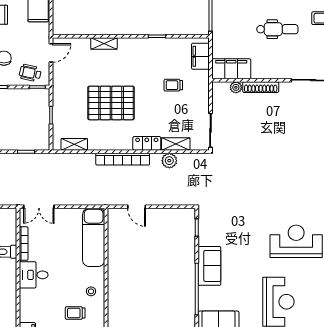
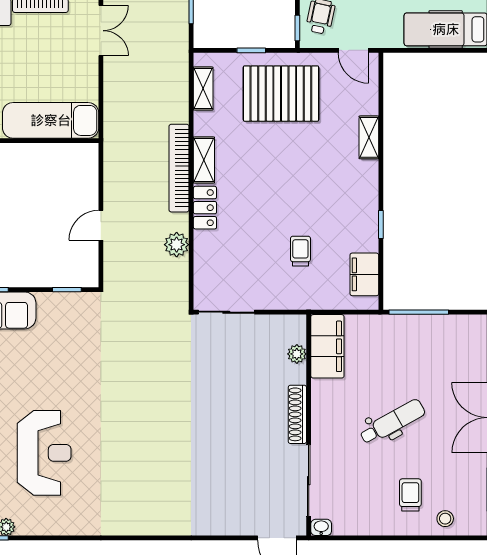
dental chair: (277, 29) -> (392, 422), turned -119
filing cabinet: (200, 56) -> (364, 274), moved, turned -90
shoe rack: (261, 87) -> (297, 414), moved
pallet: (111, 103) -> (281, 94), moved, turned 90
shelving: (176, 144) -> (204, 160), moved
double door: (39, 207) -> (101, 31), swing flipped
door: (137, 207) -> (101, 225), moved

